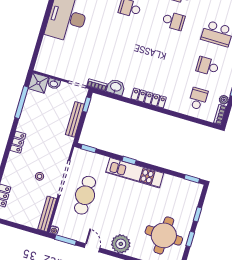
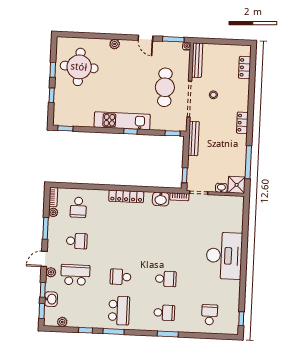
bench: (75, 119) -> (194, 138), moved
plant: (121, 244) -> (115, 44), width x0.53, depth x0.53

